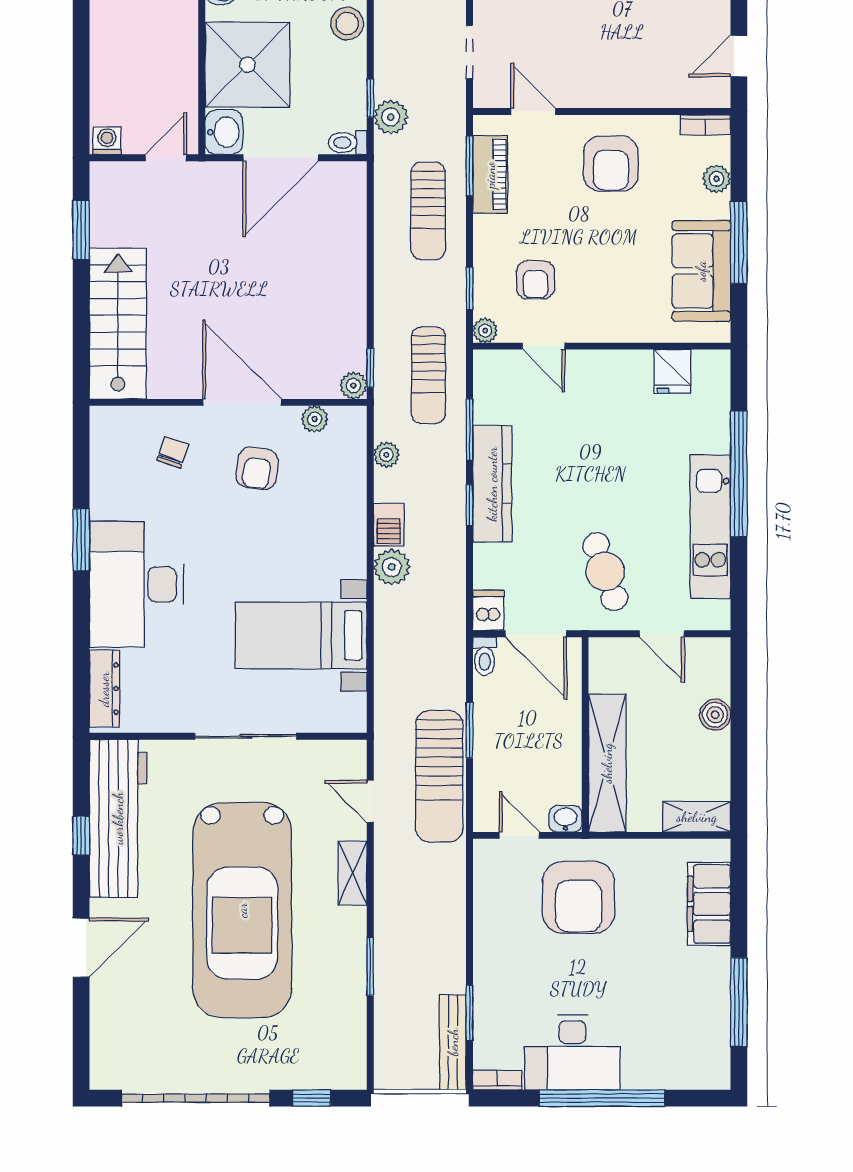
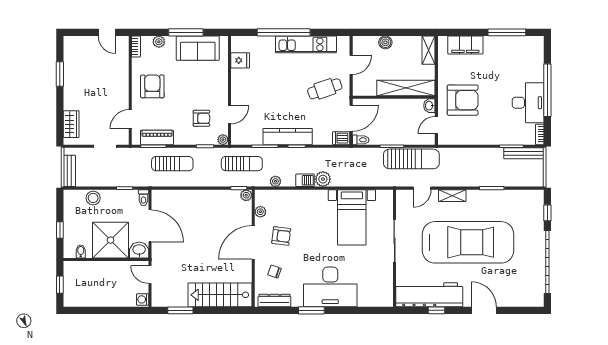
plant: (391, 117) -> (133, 179), removed
armchair: (611, 164) -> (152, 86), turned -90
dresser: (104, 689) -> (274, 301), moved

